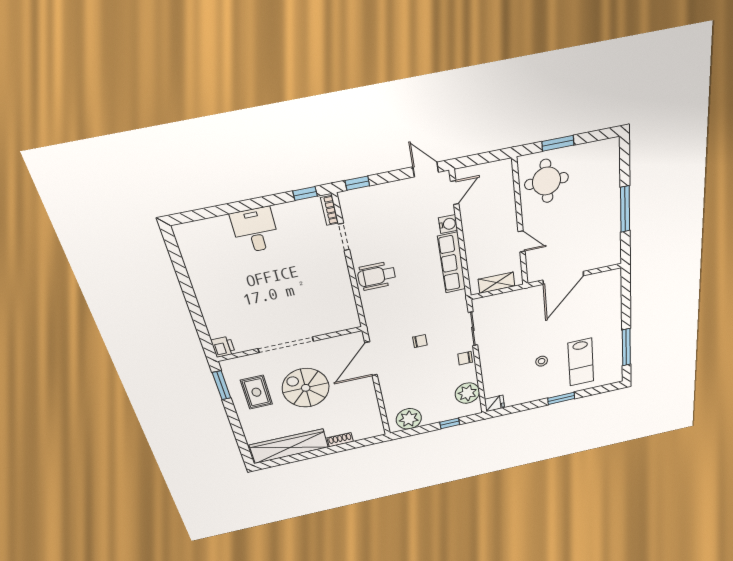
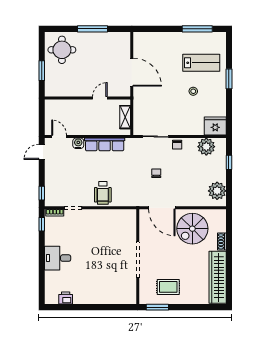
round table: (546, 181) -> (62, 50), moved
printer: (223, 347) -> (66, 298), moved
spiral stairs: (306, 388) -> (192, 229), moved
fridge: (494, 403) -> (215, 126), width x1.88, depth x1.34

